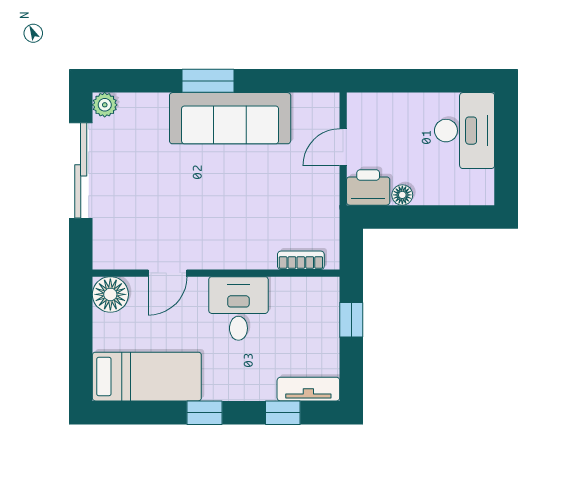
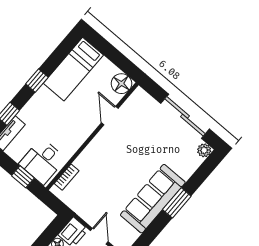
desk: (238, 308) -> (42, 161), moved, turned 90

